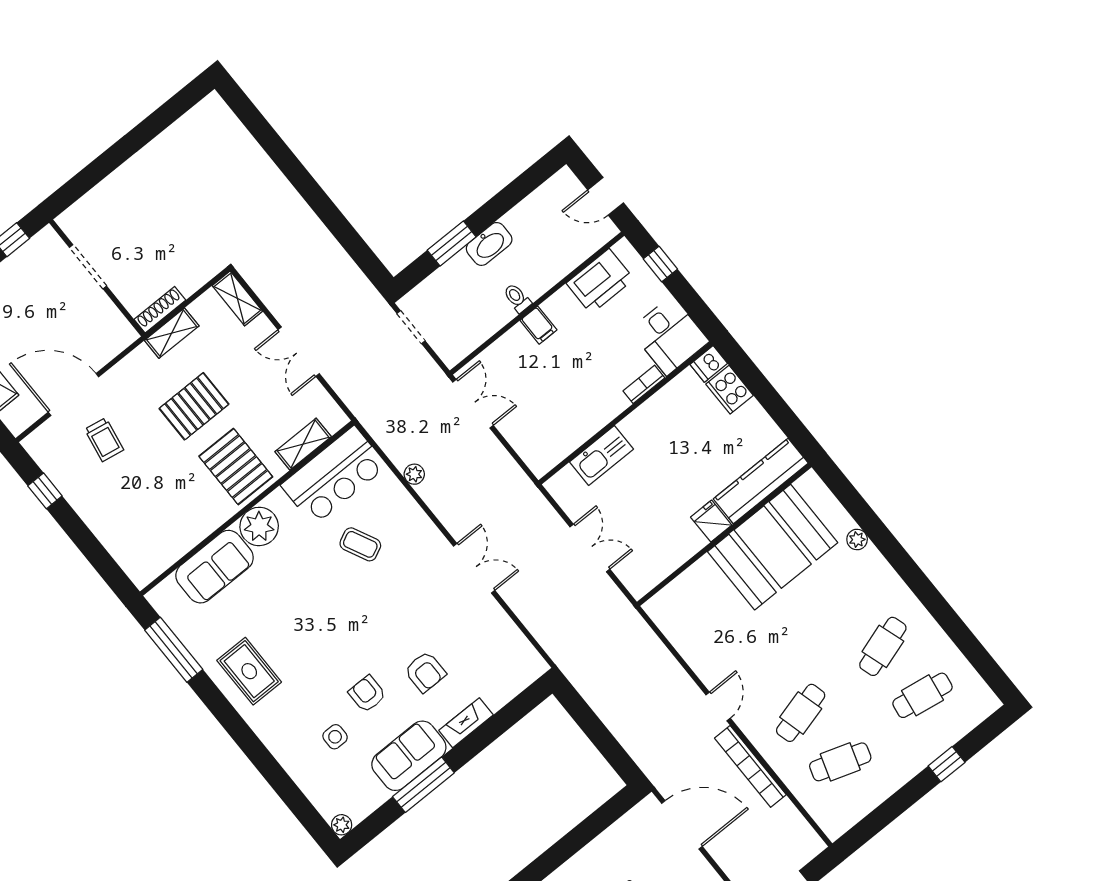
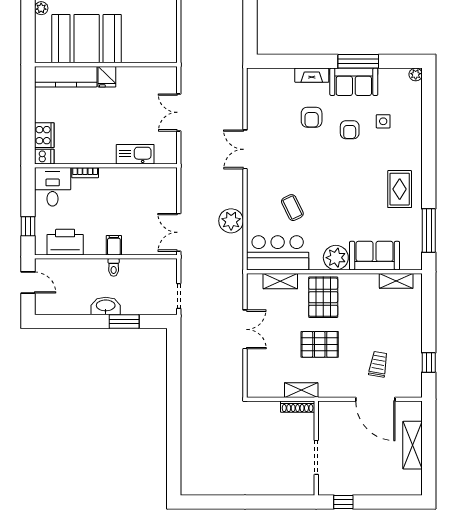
shelving: (237, 298) -> (396, 281), moved, turned 90
plant: (414, 474) -> (231, 221), width x1.87, depth x1.87
armchair: (425, 672) -> (312, 117), turned 180

